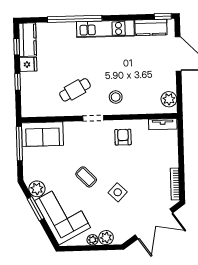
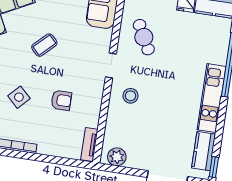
cafe table: (75, 90) -> (144, 37), moved
armchair: (123, 137) -> (61, 100), moved
side table: (118, 192) -> (19, 97), moved

